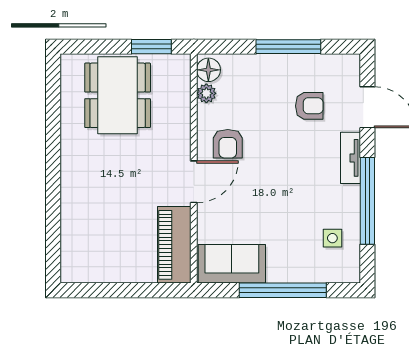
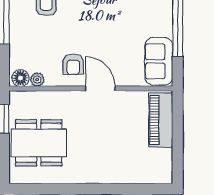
armchair: (228, 144) -> (73, 64), turned 90
piano: (174, 245) -> (161, 120), moved, turned 90

